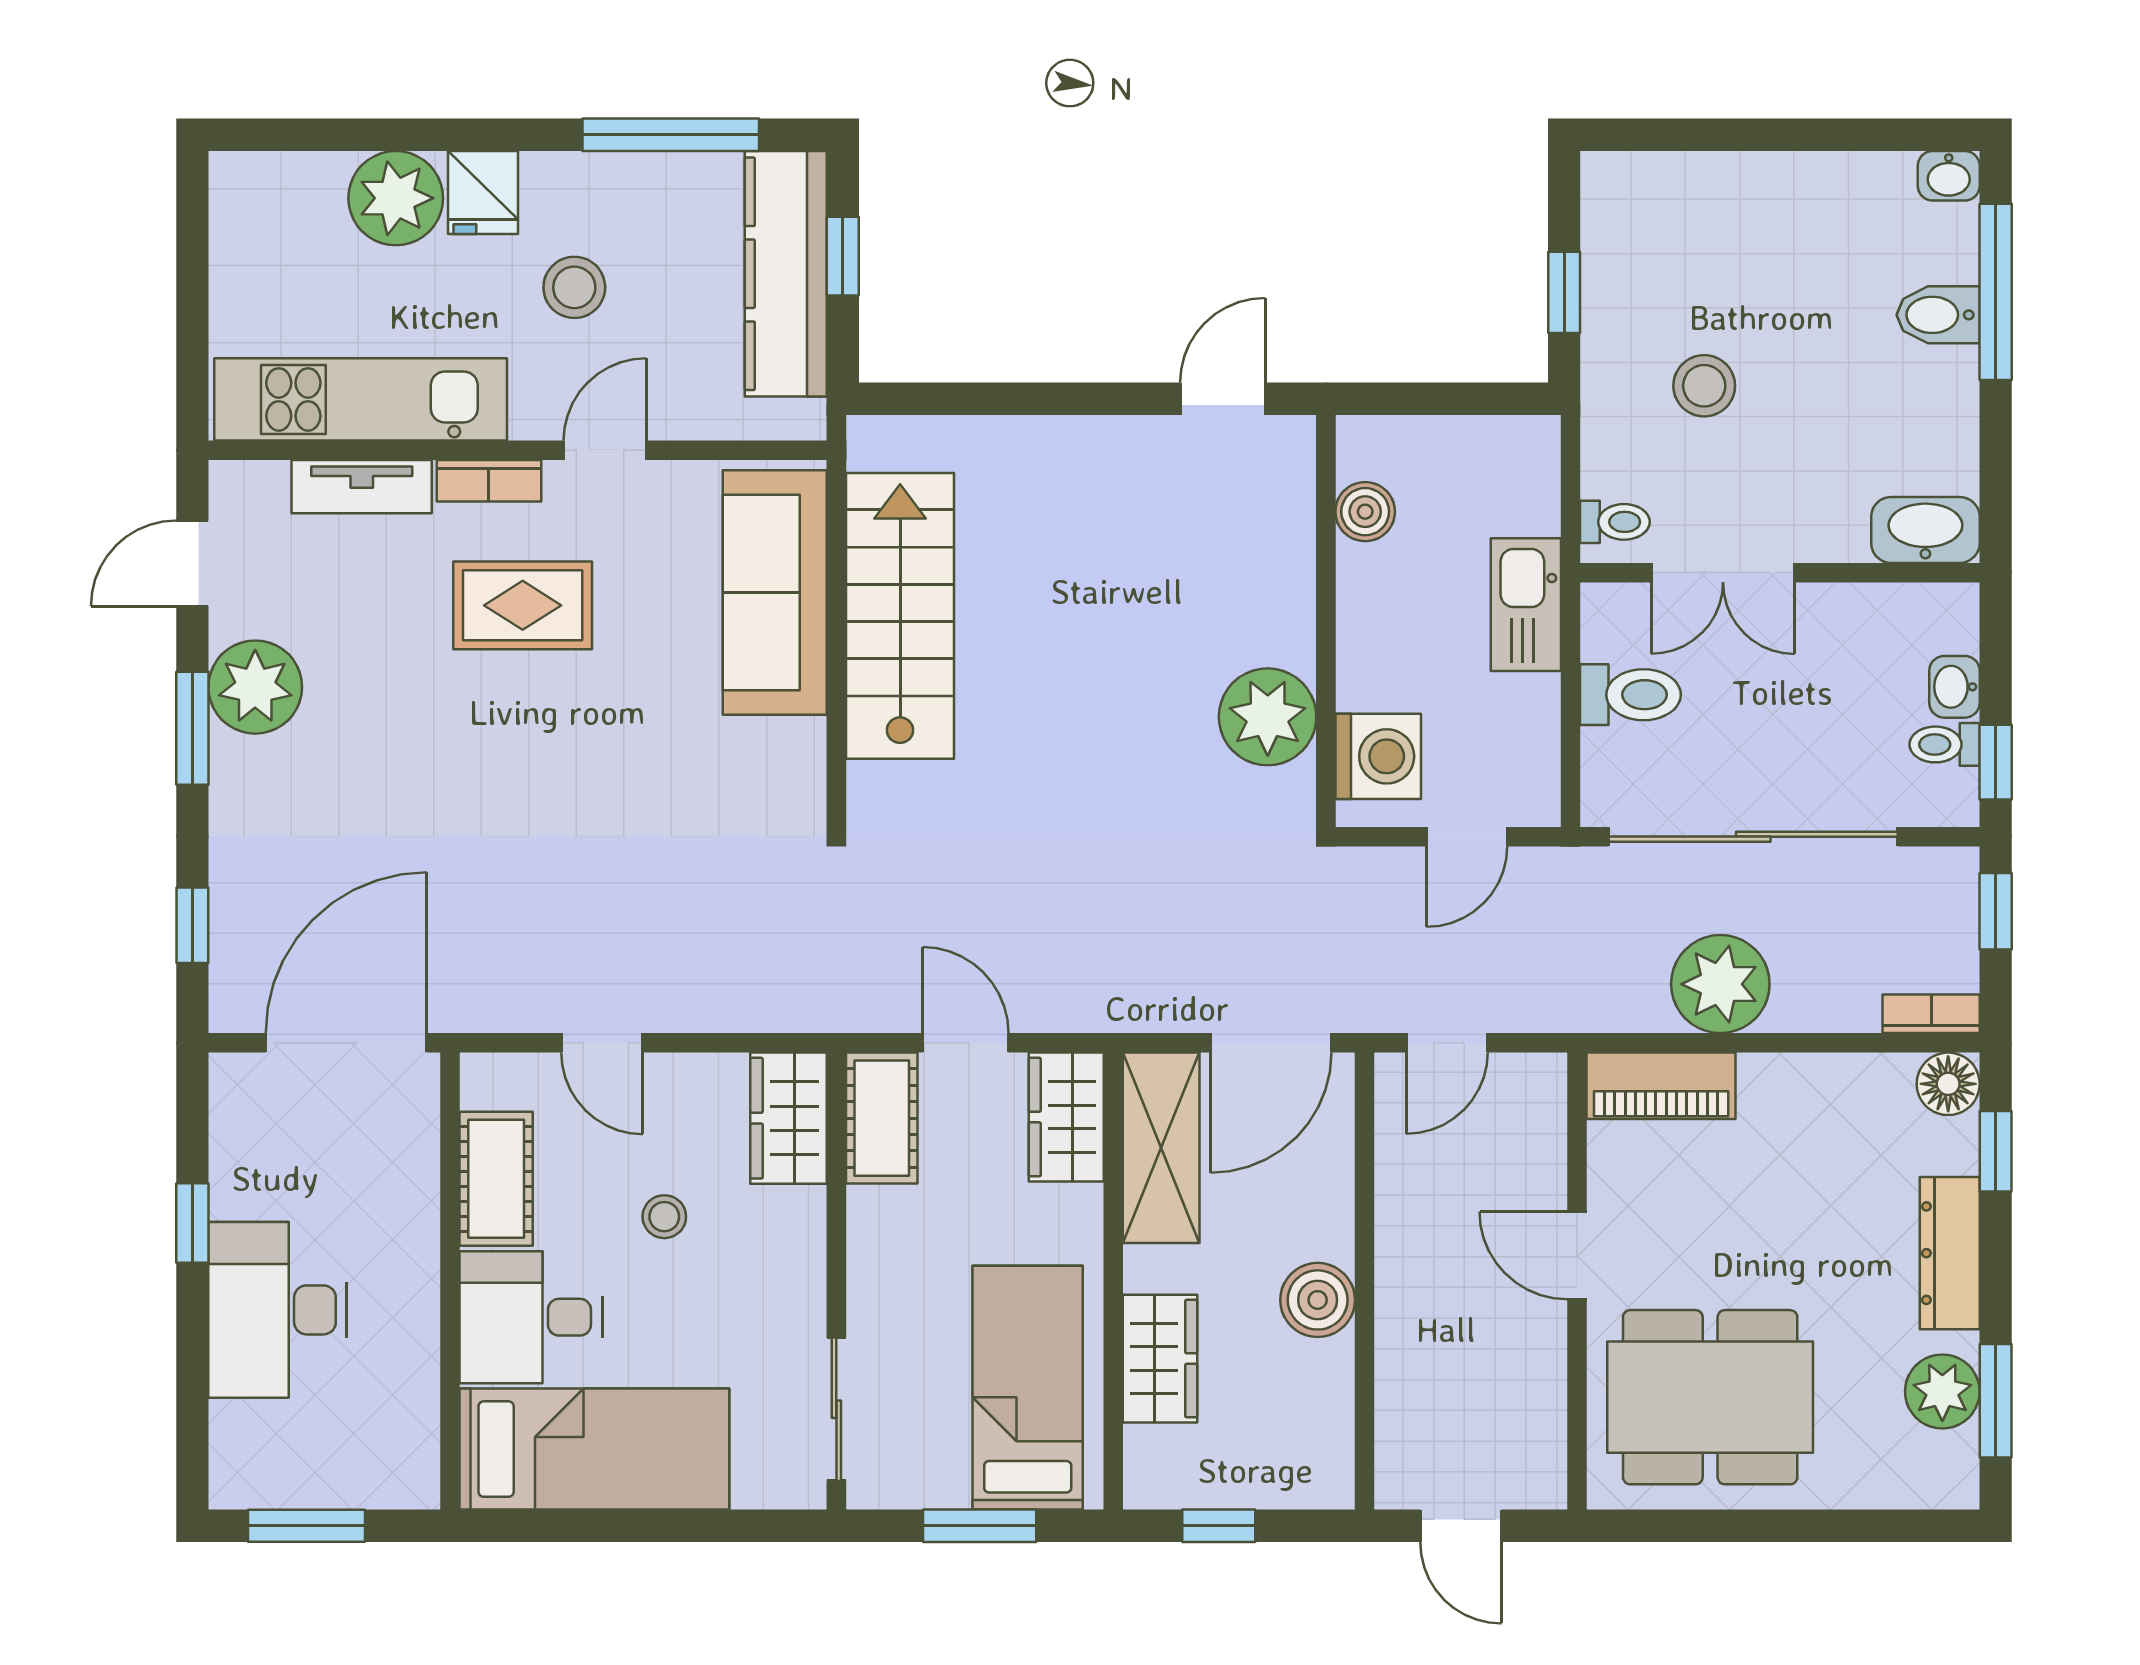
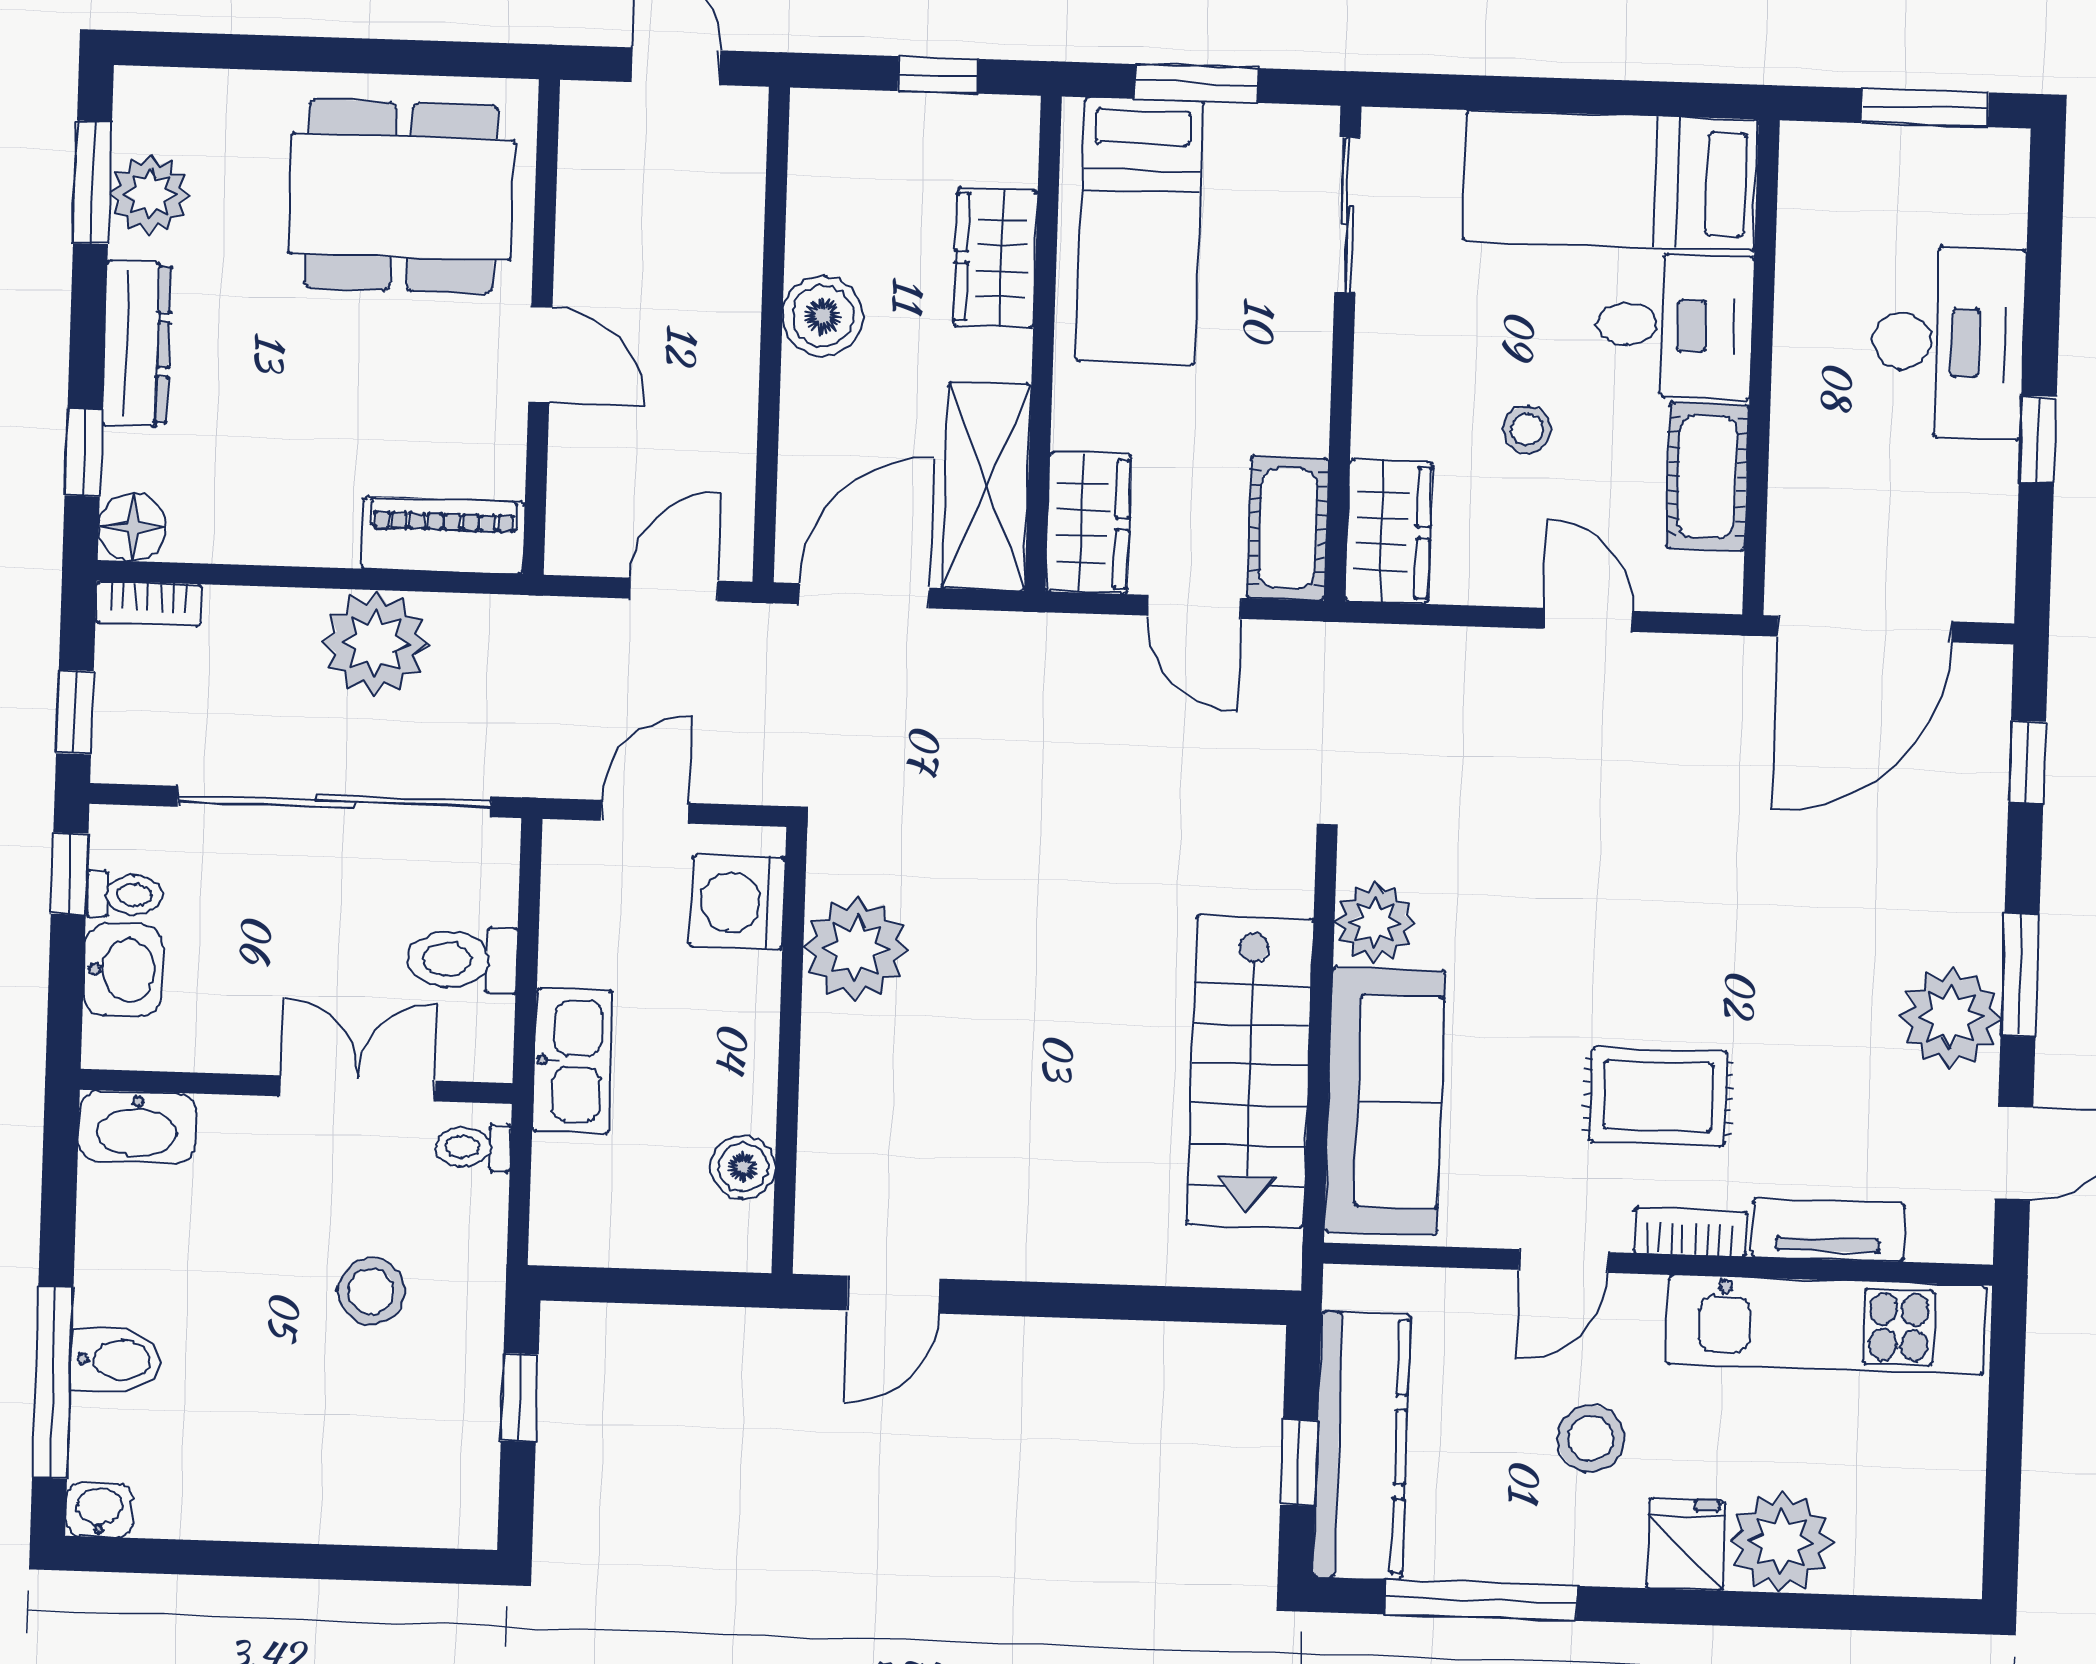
washbasin: (1954, 687) -> (123, 970), width x1.38, depth x1.45
plant: (790, 757) -> (1375, 922), added

